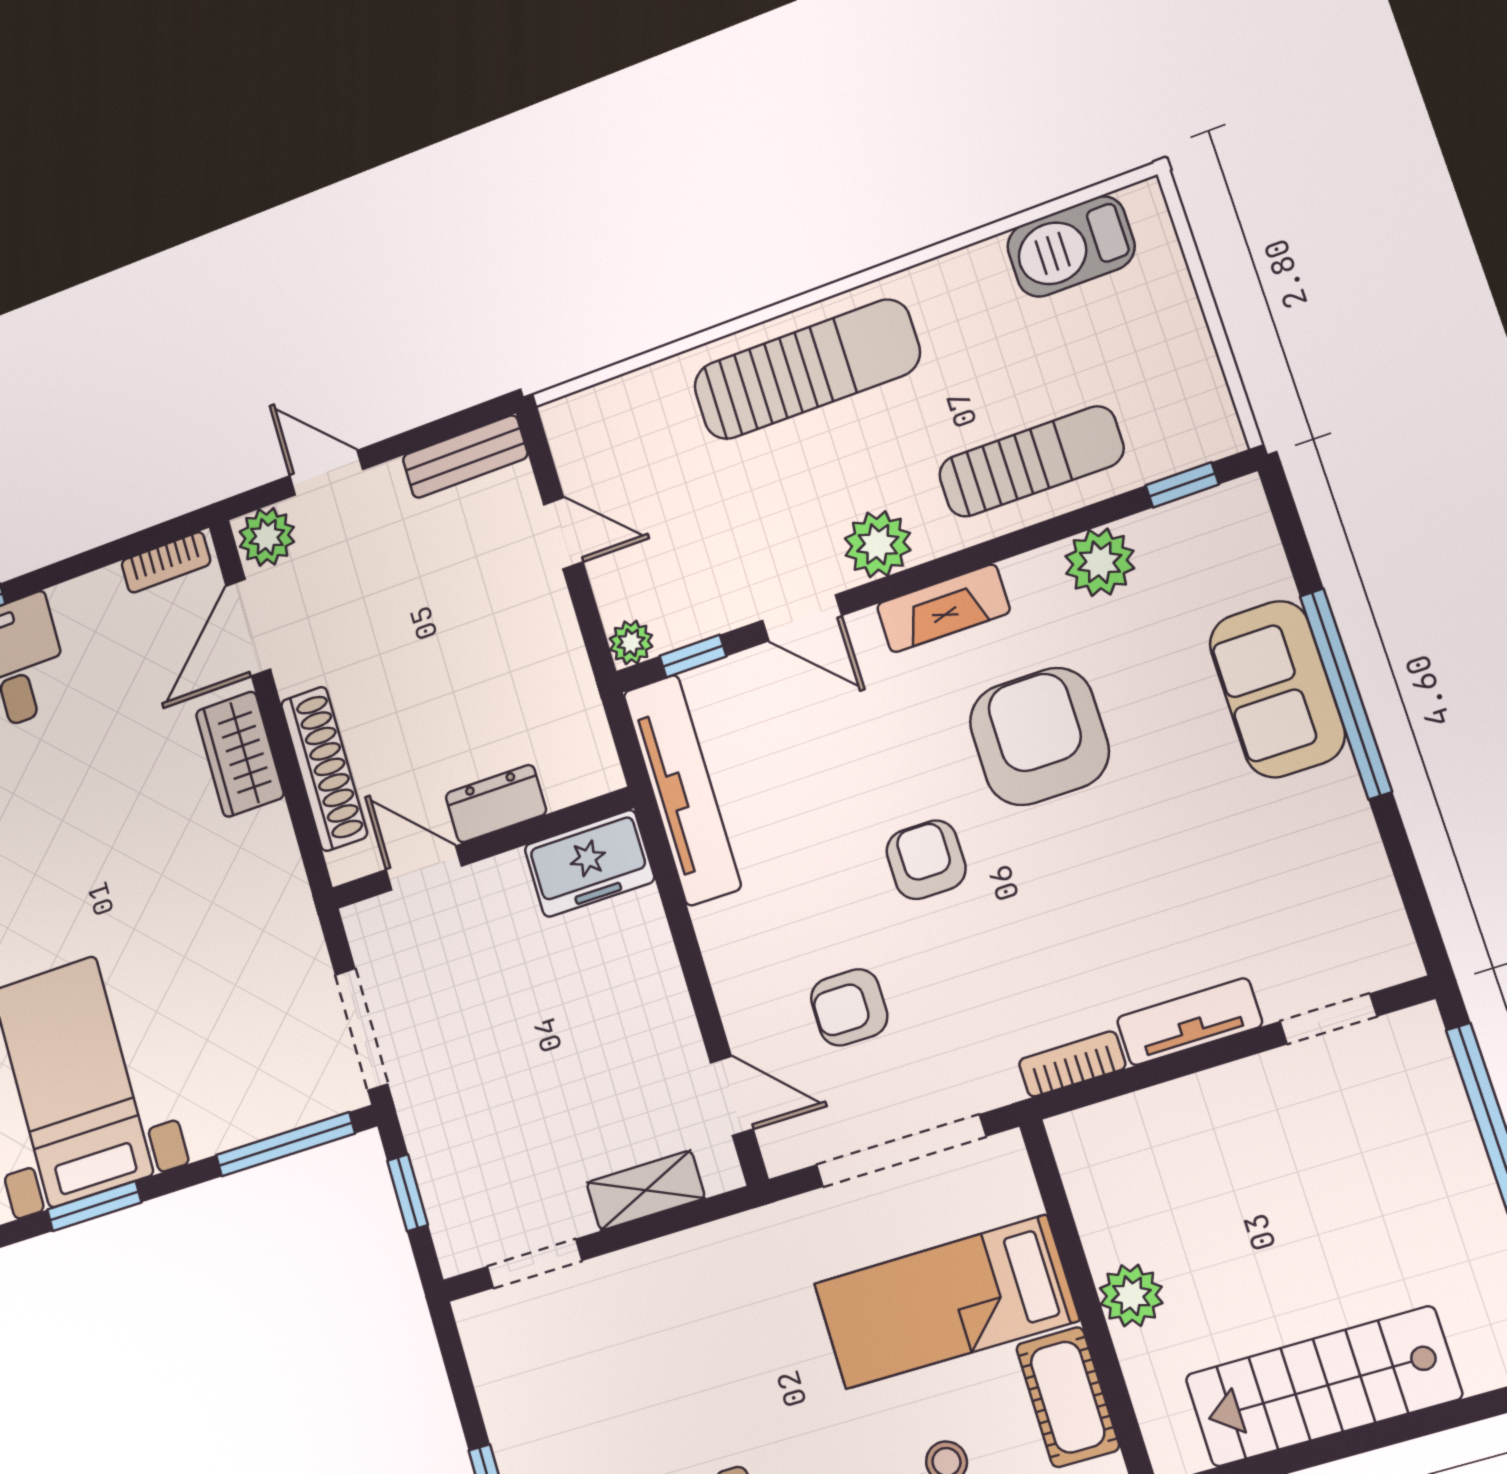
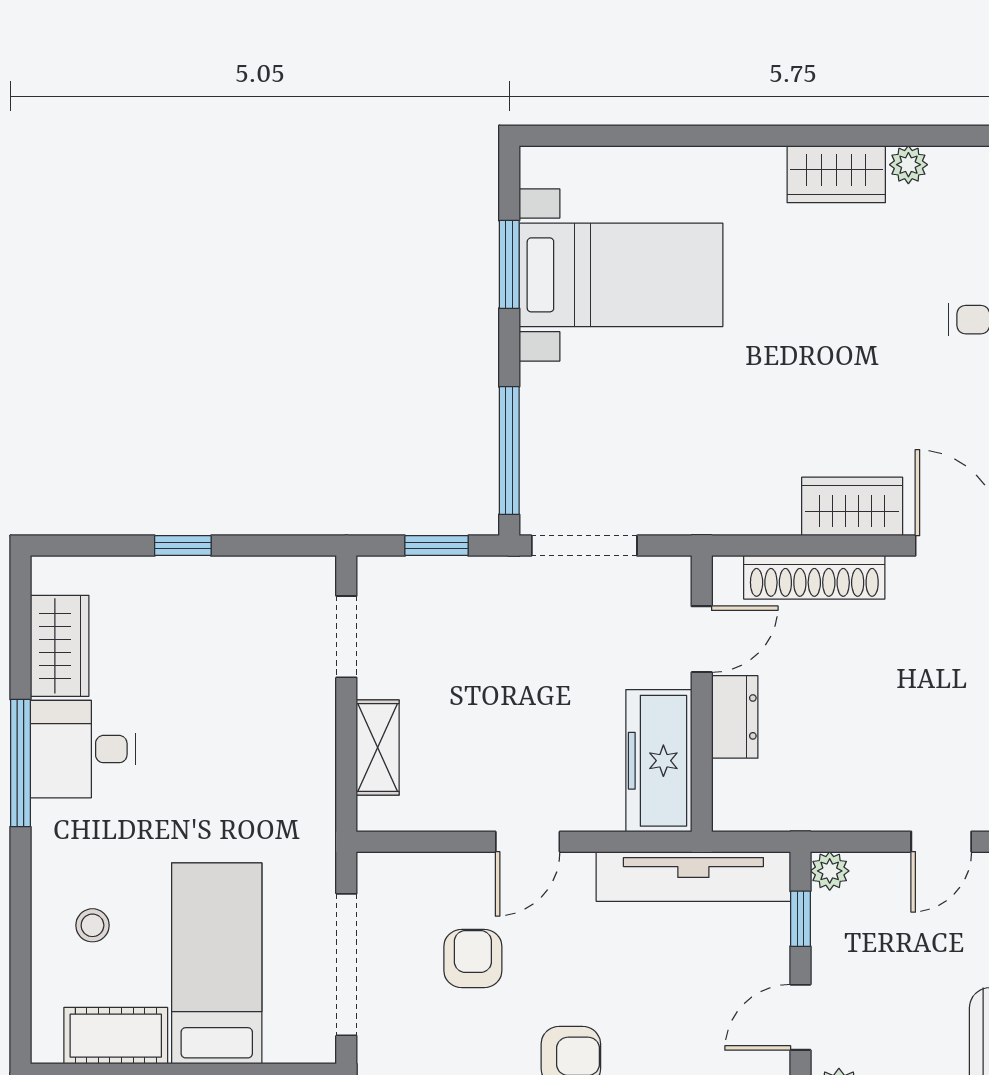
freezer: (589, 863) -> (659, 761), width x1.40
door: (732, 1096) -> (528, 842), moved

